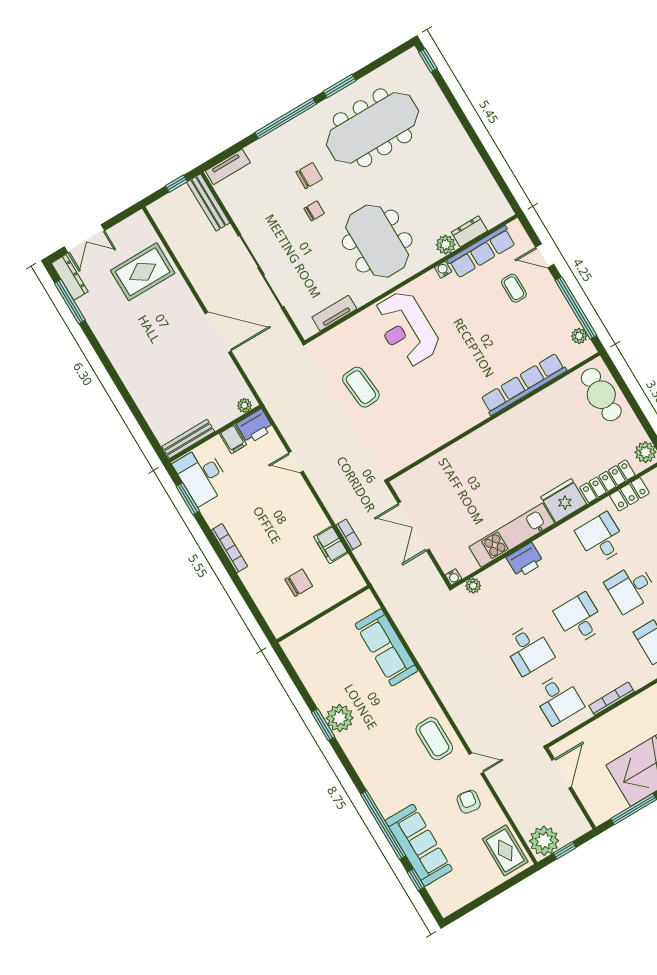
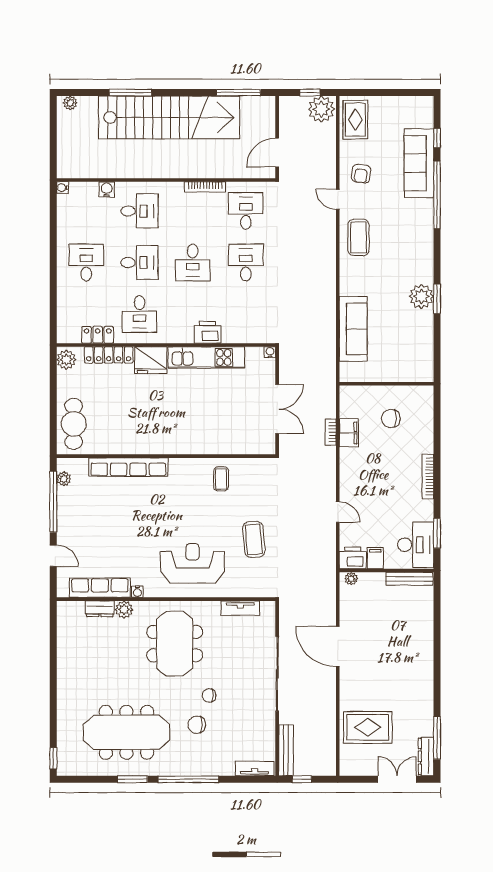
coffee table: (514, 288) -> (221, 479), moved
reception desk: (406, 329) -> (193, 563), turned -90
plant: (473, 586) -> (259, 336), removed

